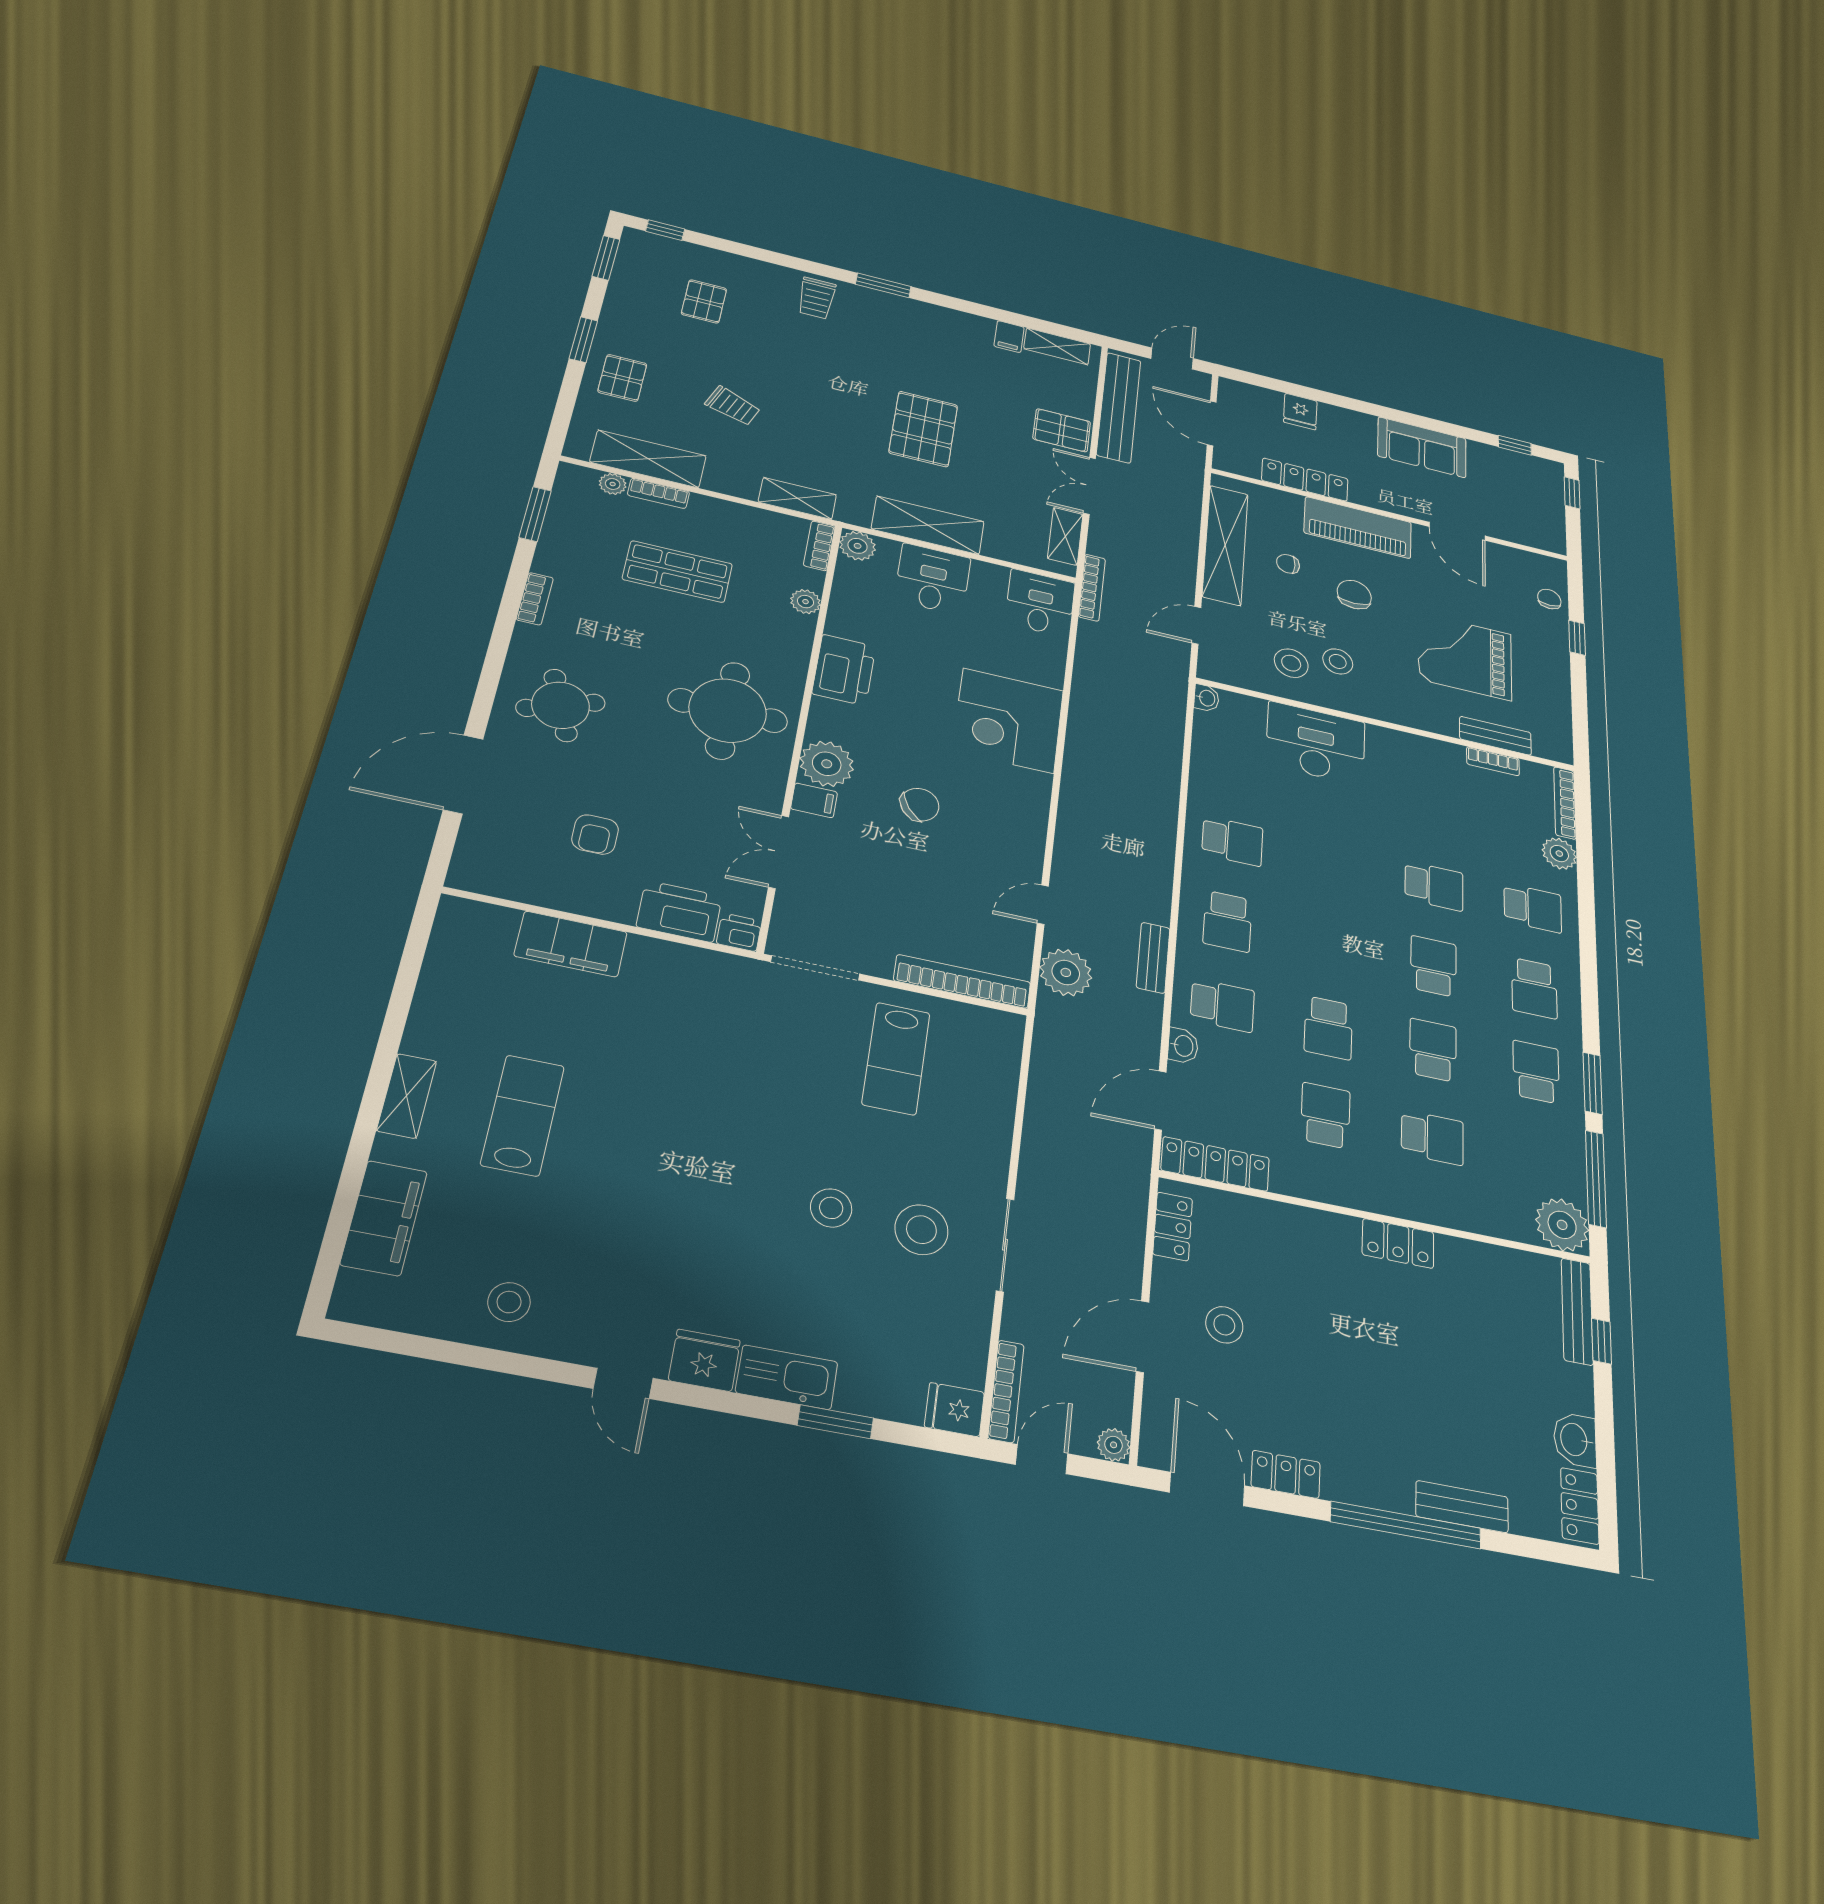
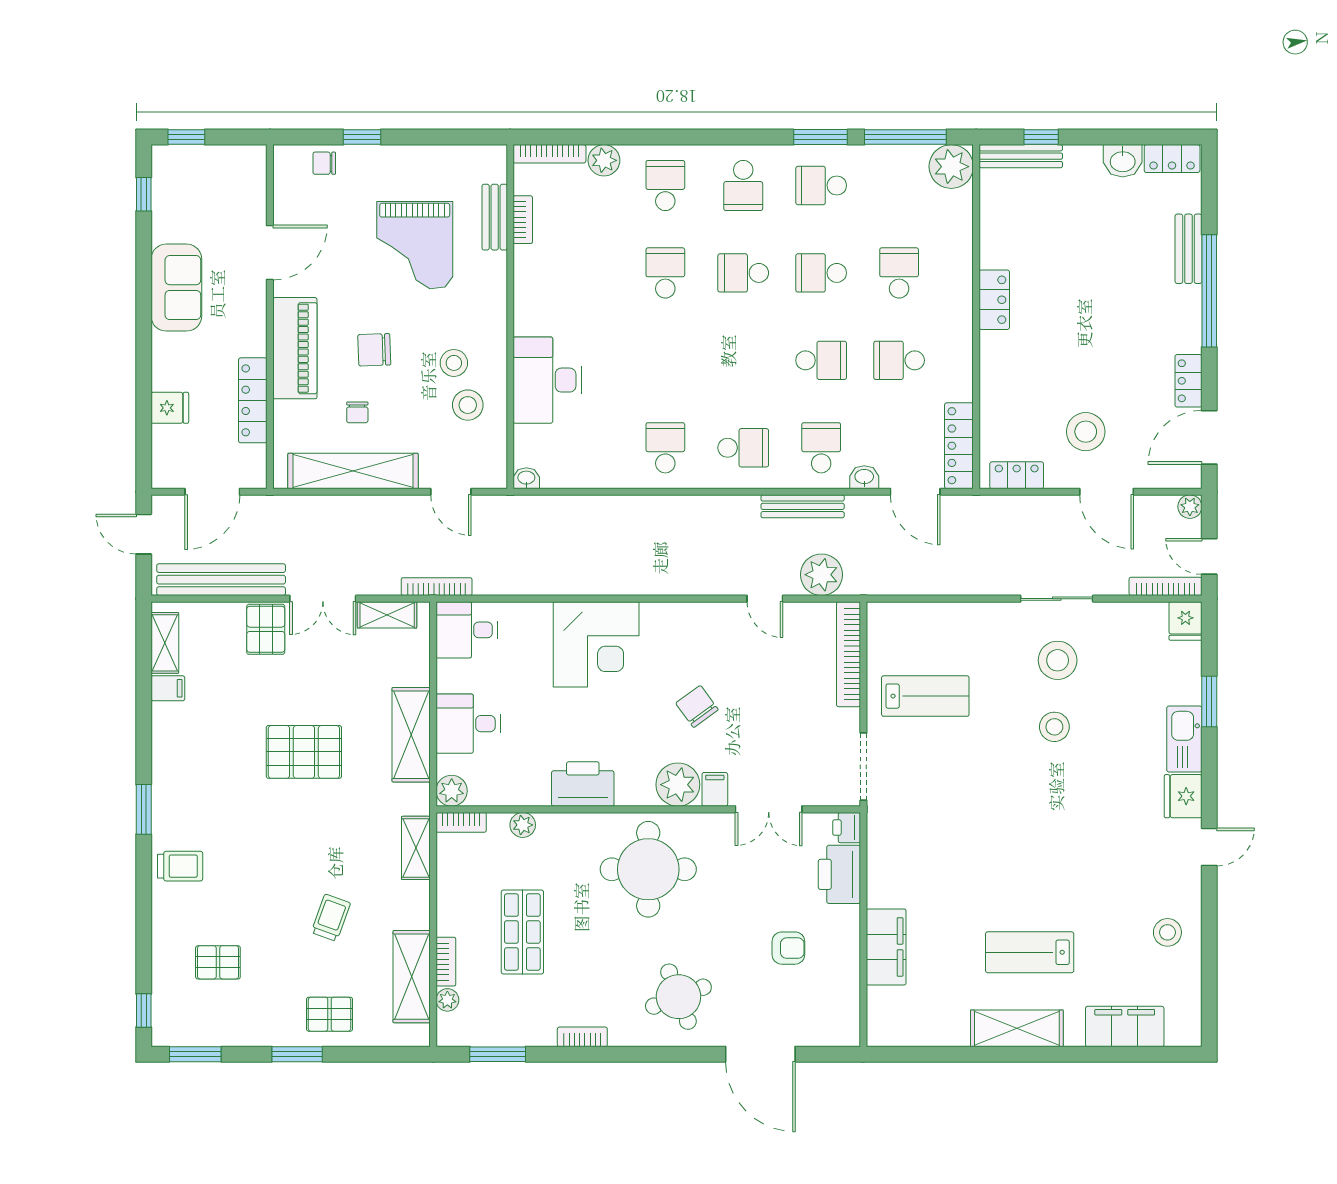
bench: (1153, 958) -> (803, 506), width x1.36
school desk: (1534, 988) -> (743, 185), turned 90
shelving: (407, 1096) -> (1017, 1028), width x1.50, depth x1.33
stool: (1224, 1325) -> (1086, 432), width x1.38, depth x1.38

